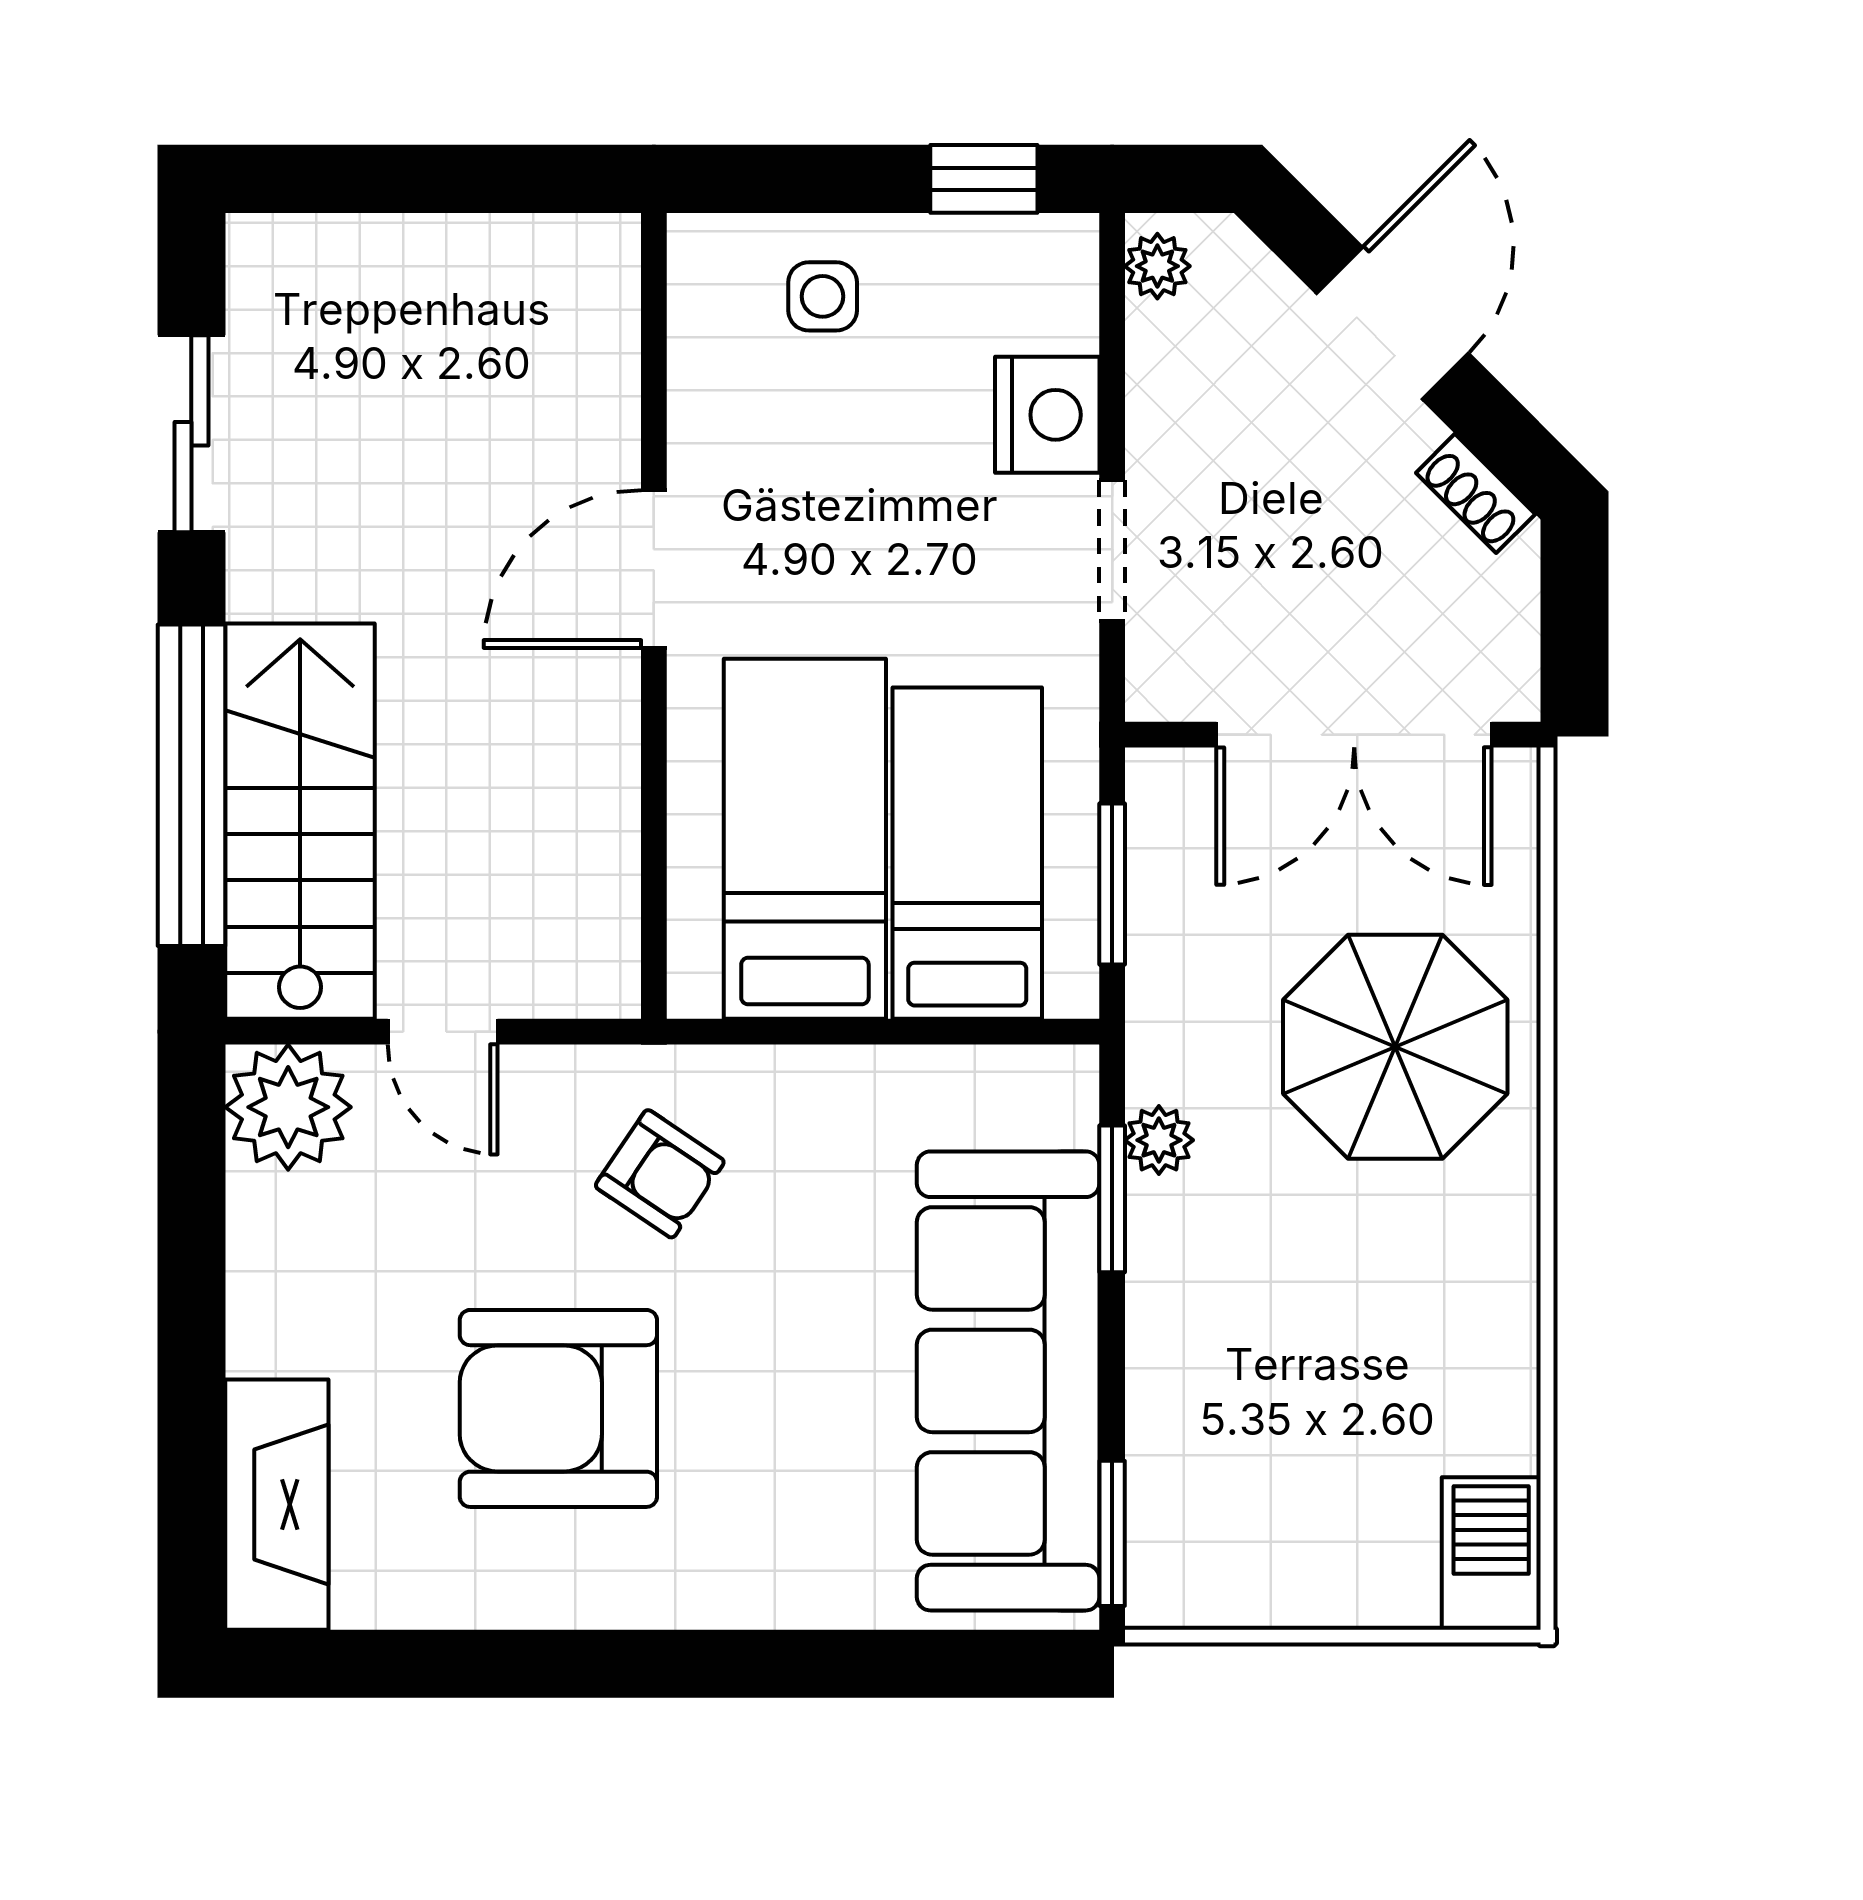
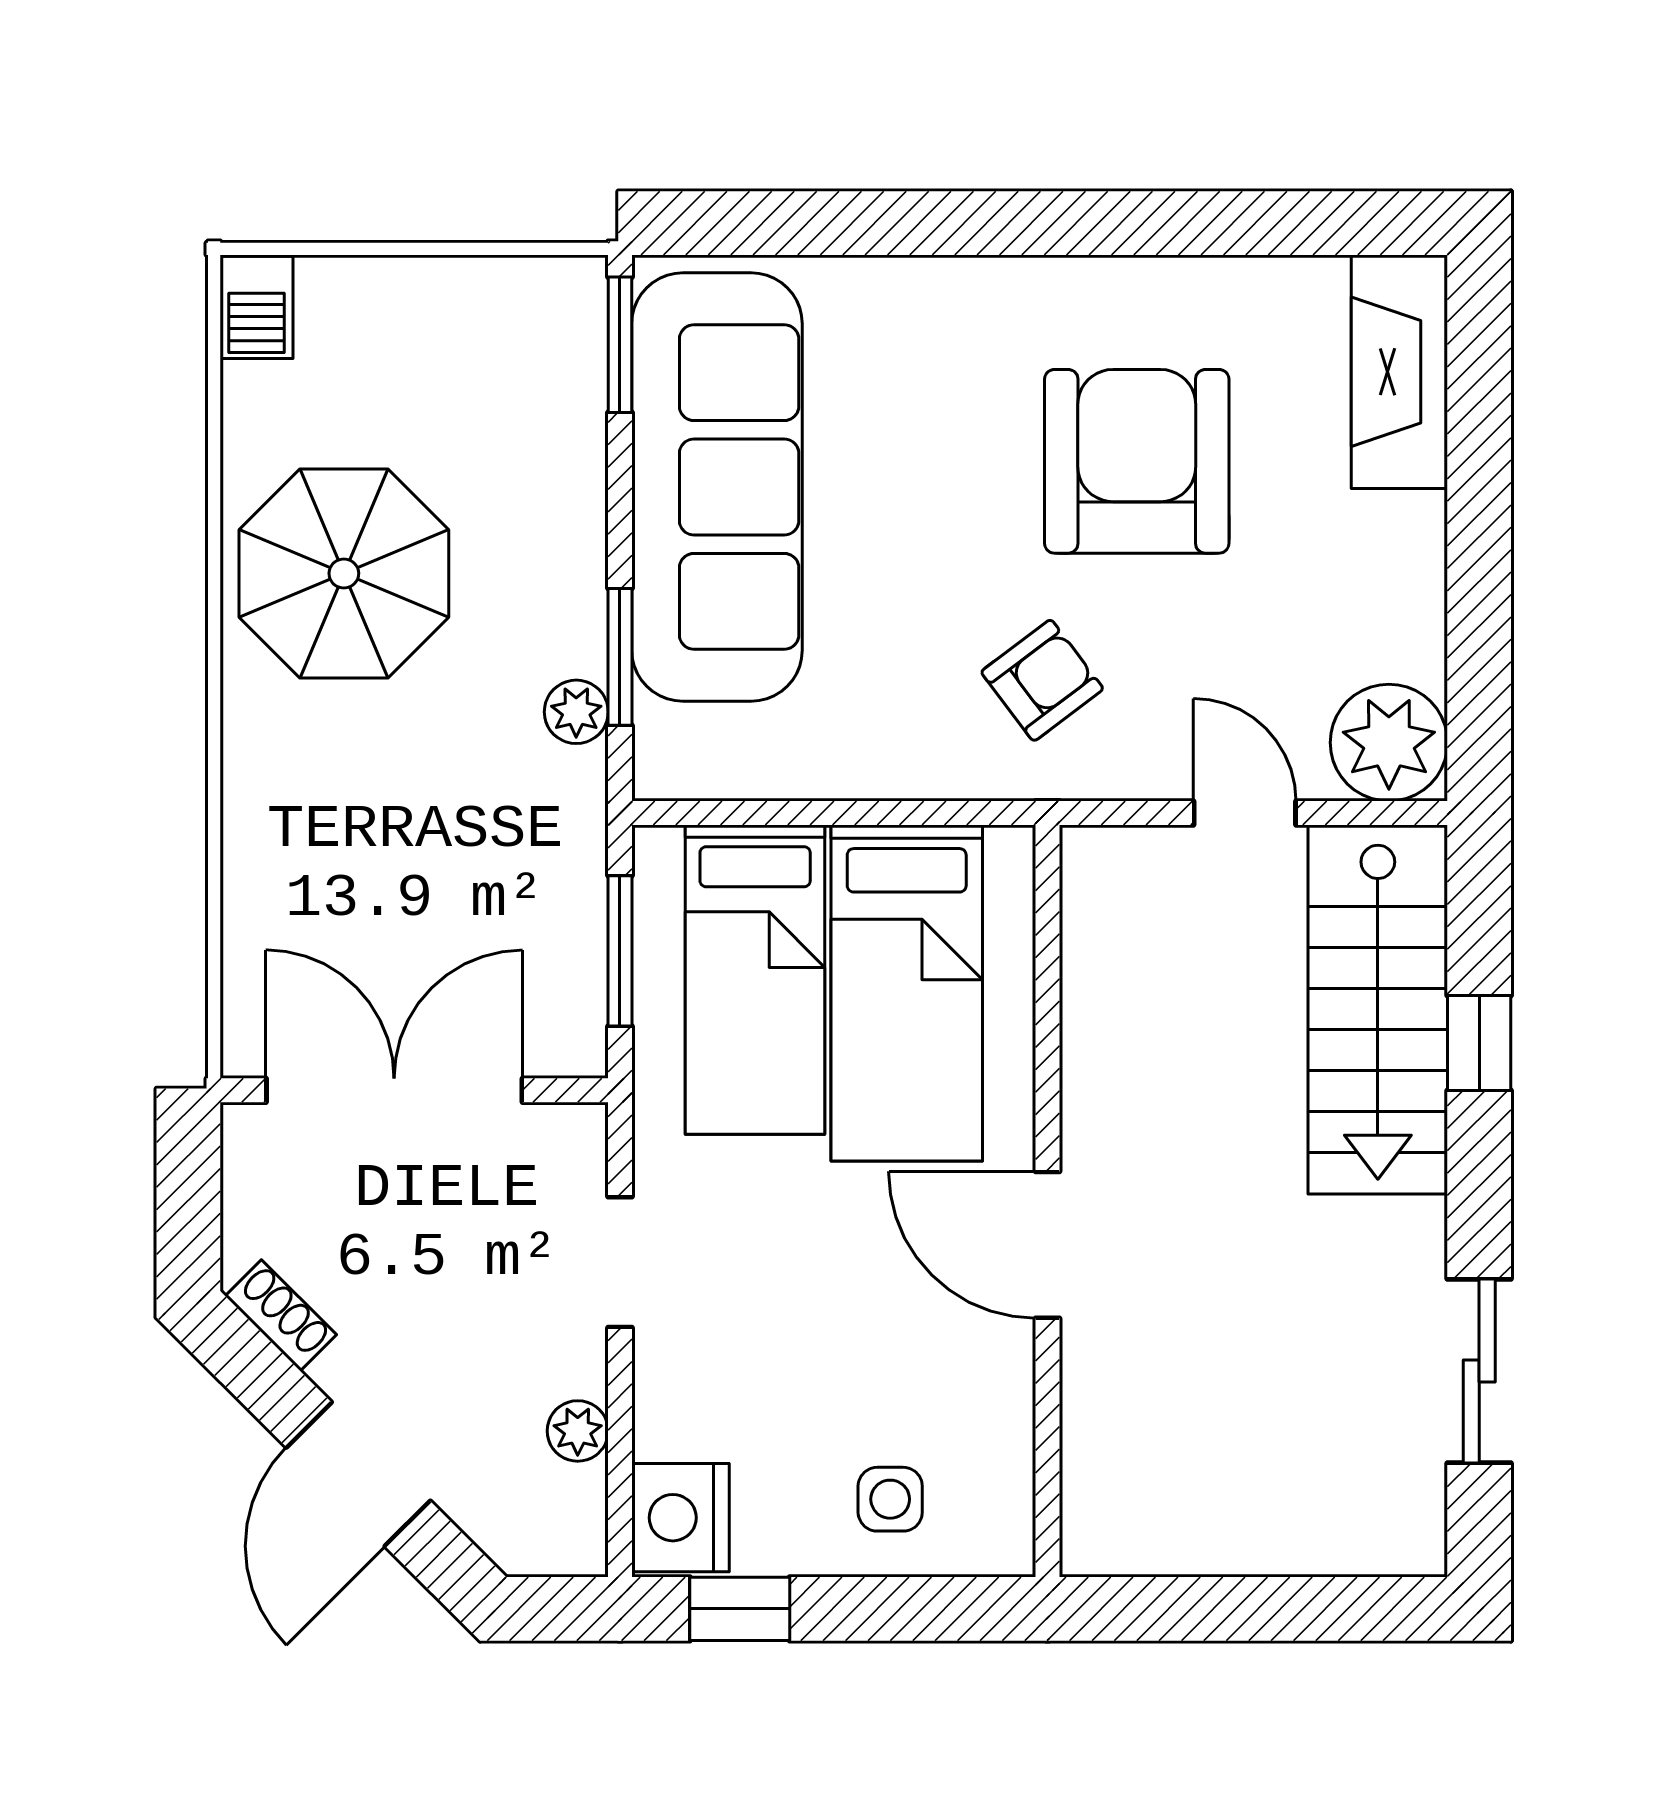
plant: (1157, 266) -> (578, 1431), moved
nightstand: (1047, 415) -> (681, 1518), moved
door: (654, 569) -> (1048, 1245), swing flipped
window: (191, 785) -> (1479, 1043), width x0.32
parasol: (1395, 1047) -> (344, 573), moved
armchair: (660, 1174) -> (1042, 680), turned 109
armchair: (558, 1408) -> (1137, 461), turned -90
barbecue: (1491, 1553) -> (257, 307), width x0.73, depth x0.79

